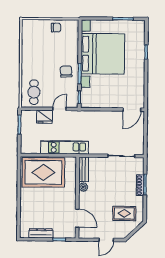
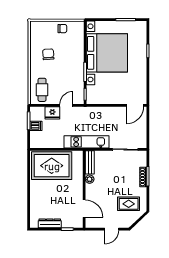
chair: (66, 72) -> (48, 54), moved
dishwasher: (27, 130) -> (36, 126), added
kitchen unit: (65, 147) -> (86, 142), moved

